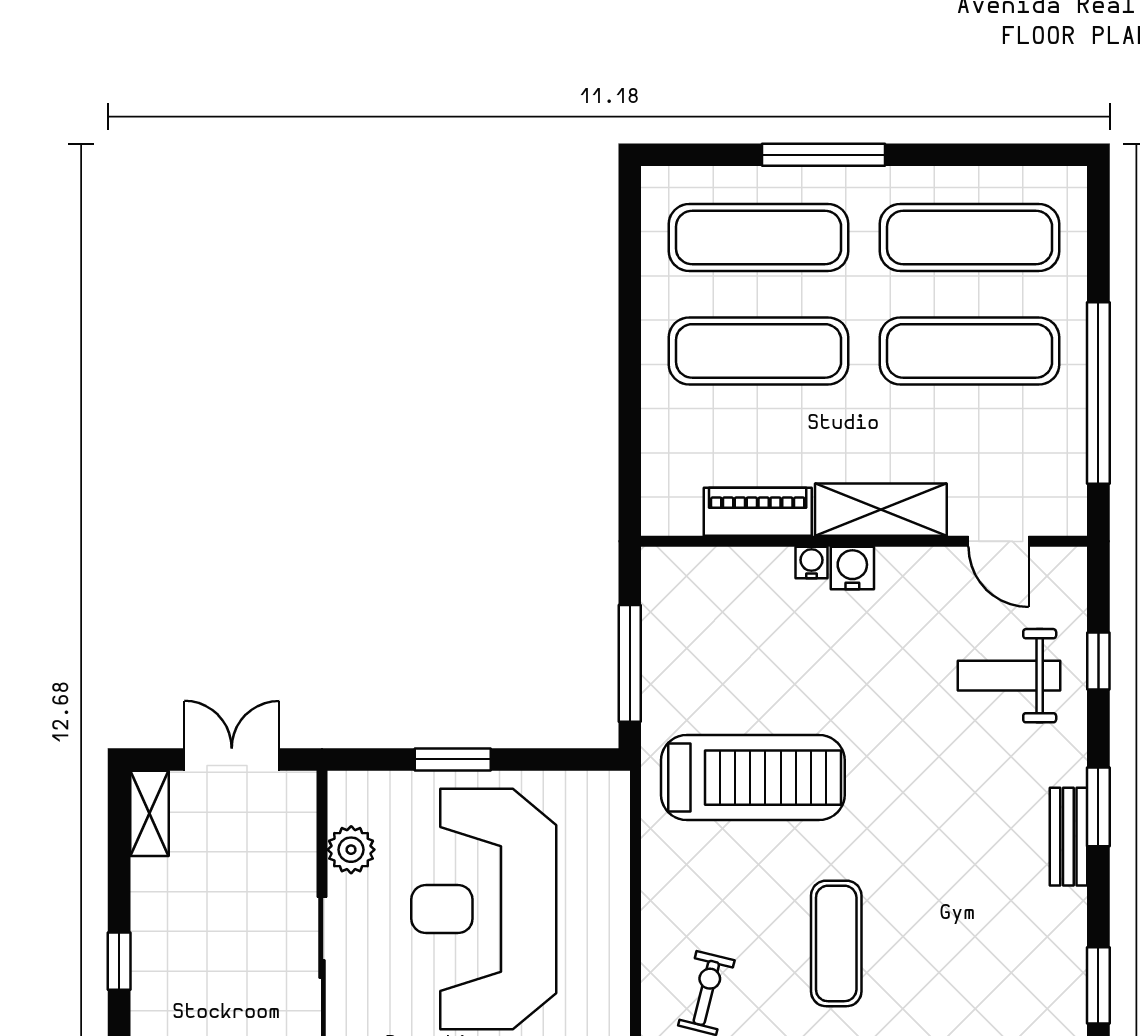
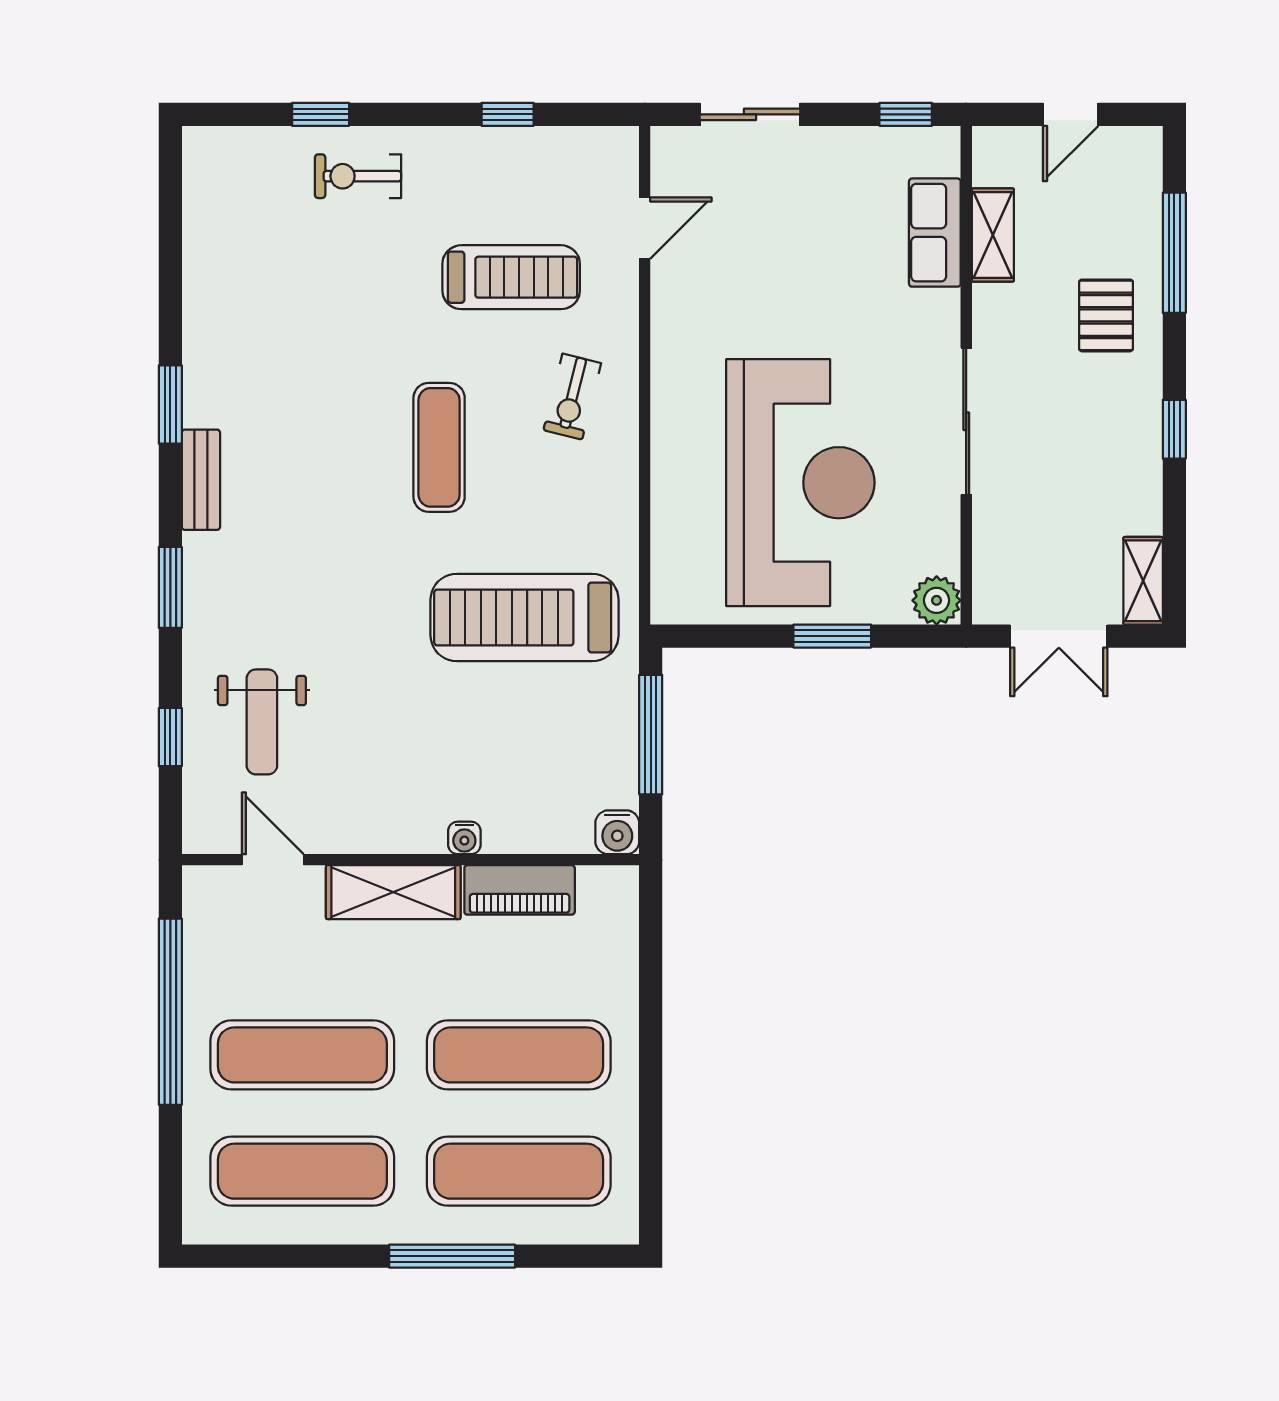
water cooler: (852, 568) -> (617, 832), moved
weight bench: (1009, 676) -> (262, 722), turned 90
bench: (1068, 837) -> (201, 480), moved
plant: (351, 850) -> (937, 600), moved

